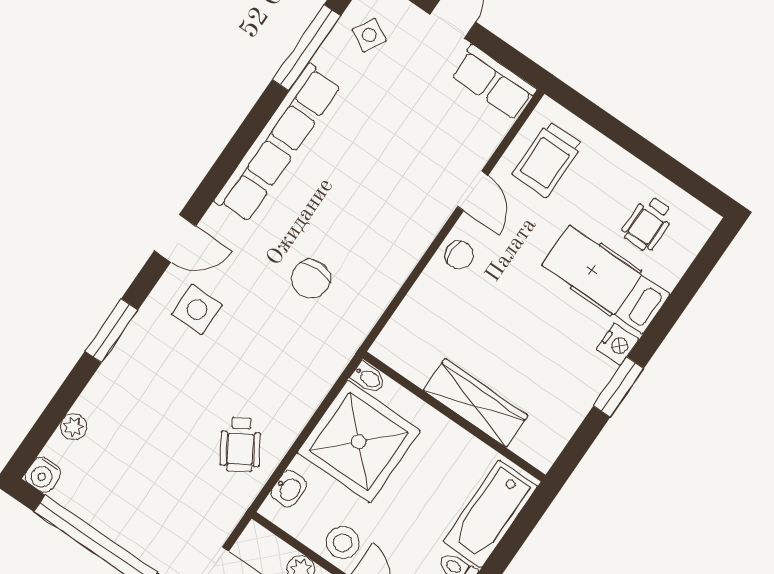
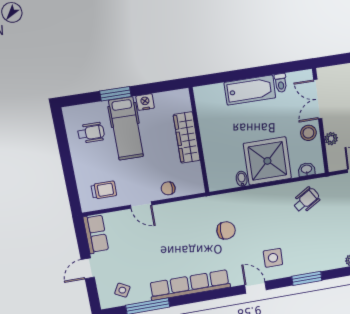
trolley: (547, 159) -> (104, 190), width x0.73, depth x0.72
door: (473, 191) -> (141, 205), swing flipped
chair: (459, 255) -> (168, 188), turned -90
window: (619, 387) -> (115, 94), moved
wardrobe: (476, 403) -> (187, 138), moved
wall: (454, 417) -> (199, 141), moved

